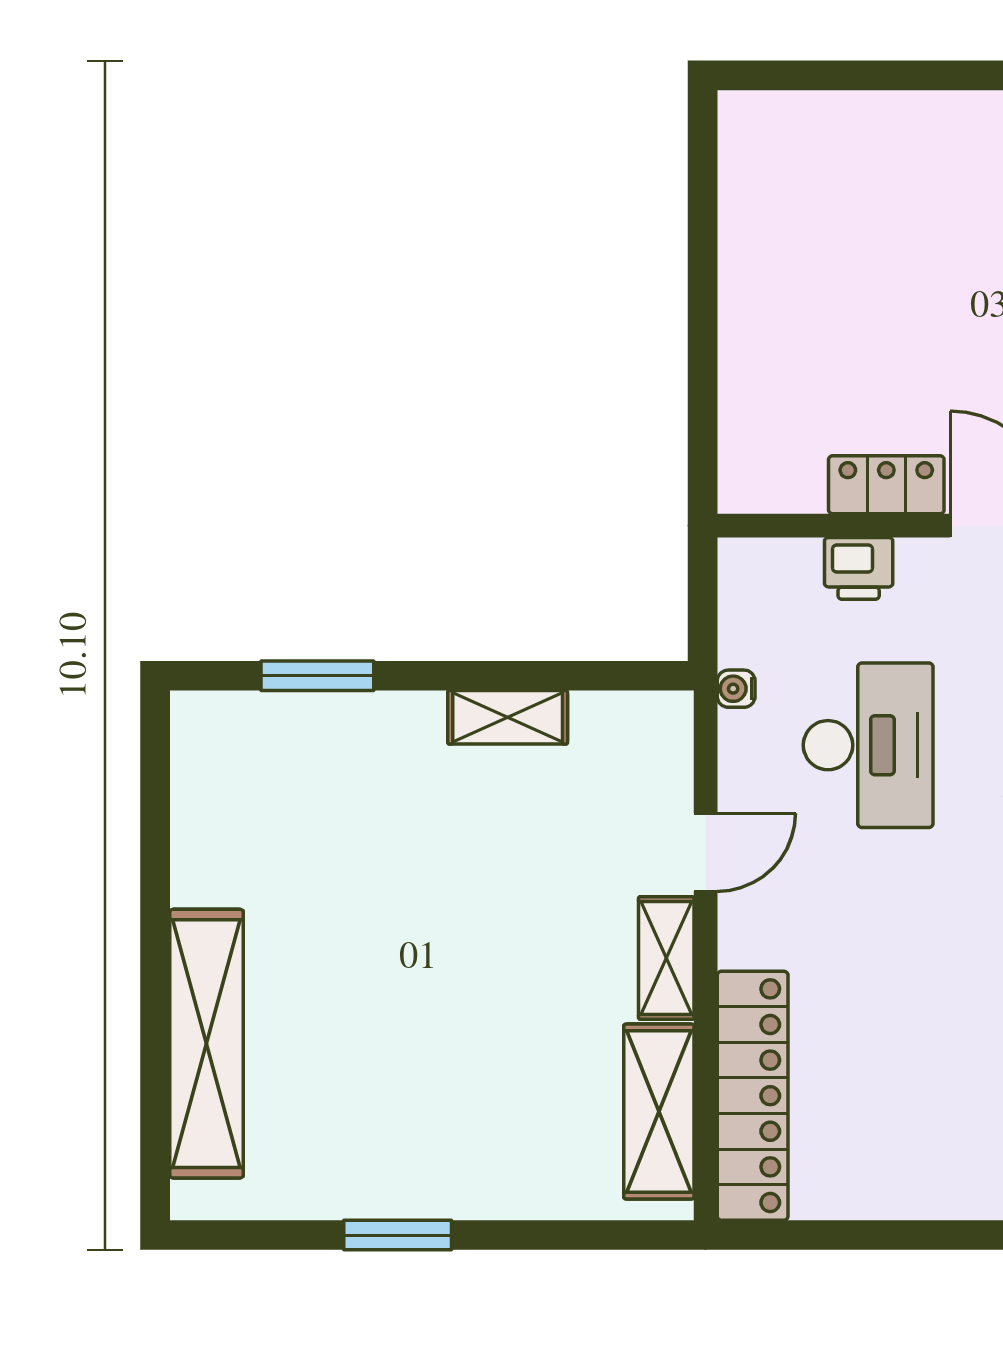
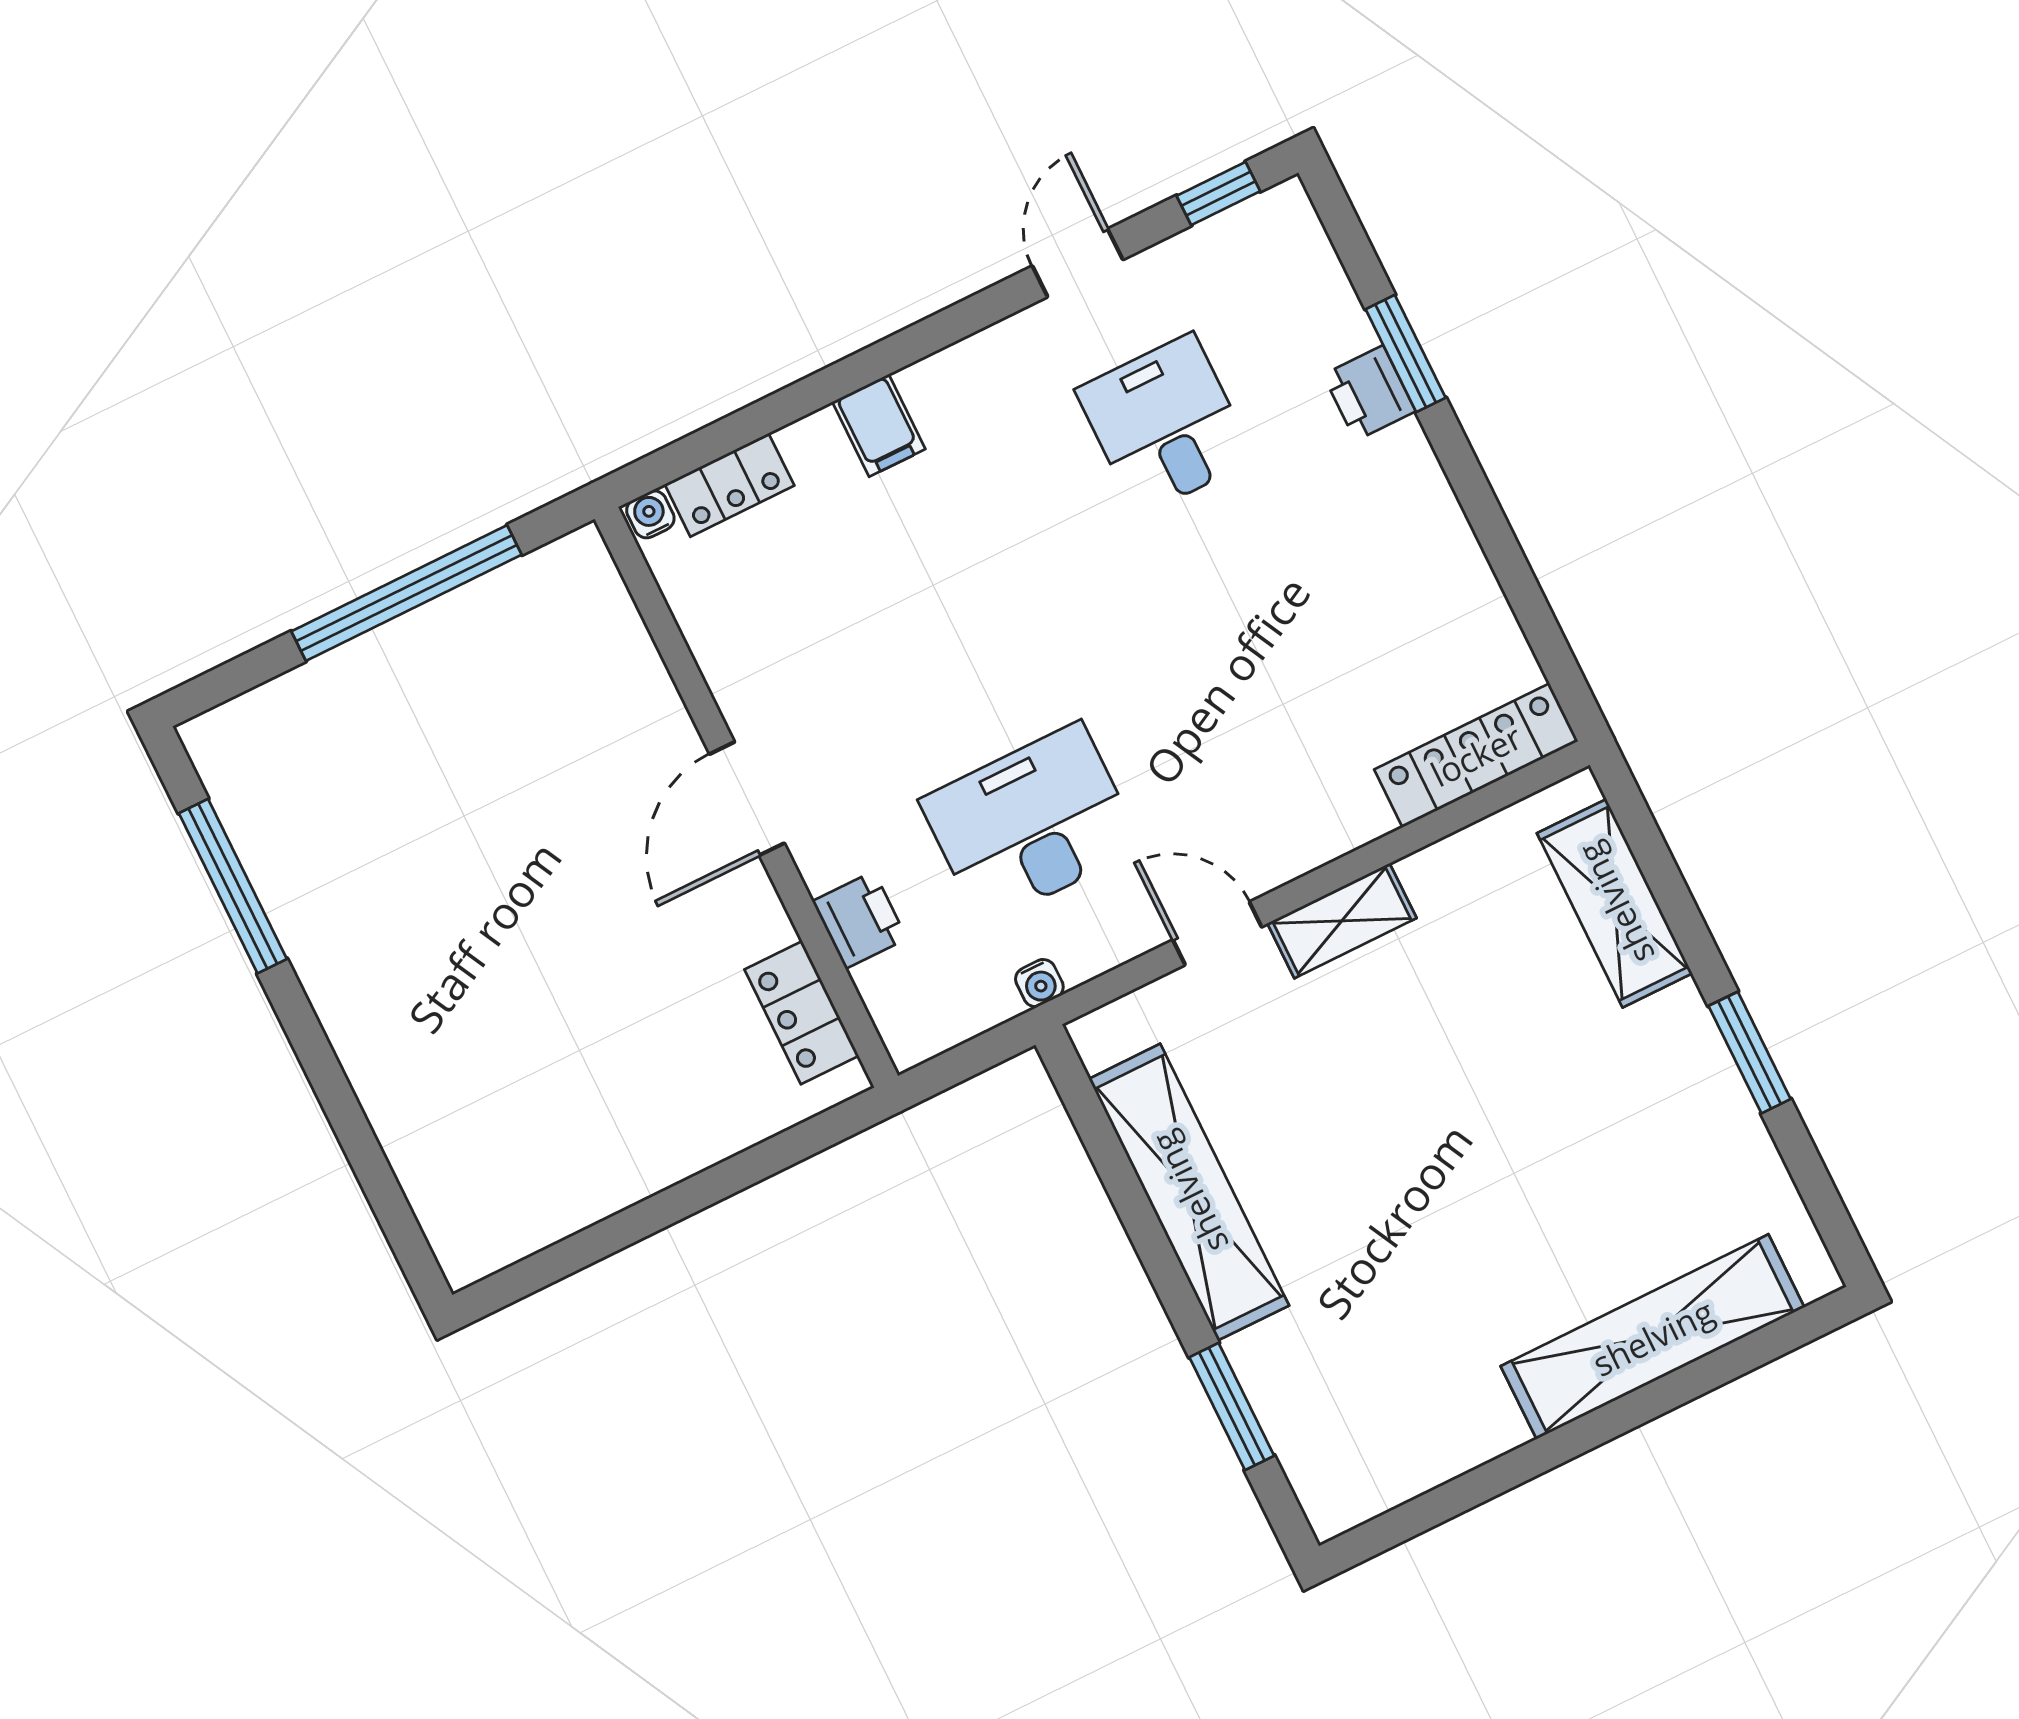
locker: (886, 485) -> (802, 1013), moved
shelving: (508, 717) -> (1189, 1192), width x2.20, depth x1.33
locker: (753, 1096) -> (1476, 755), width x0.71, depth x0.83
shelving: (659, 1112) -> (1615, 903), moved, turned 90

